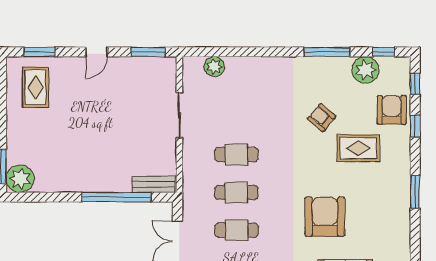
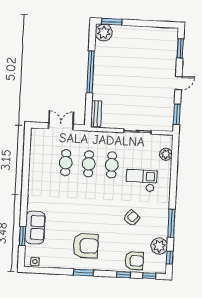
door: (97, 52) -> (178, 83), swing flipped
rug: (36, 87) -> (159, 45), removed
checkout: (260, 105) -> (141, 181), added
rug: (358, 148) -> (112, 239), removed
window: (116, 197) -> (91, 72), moved
armchair: (325, 217) -> (86, 246), moved

